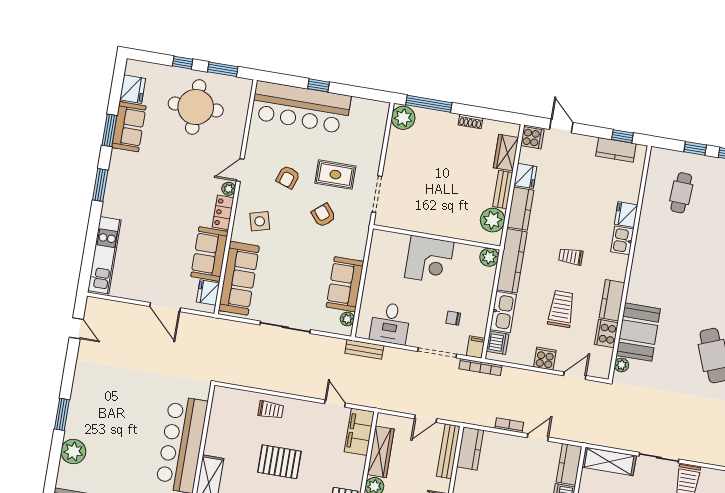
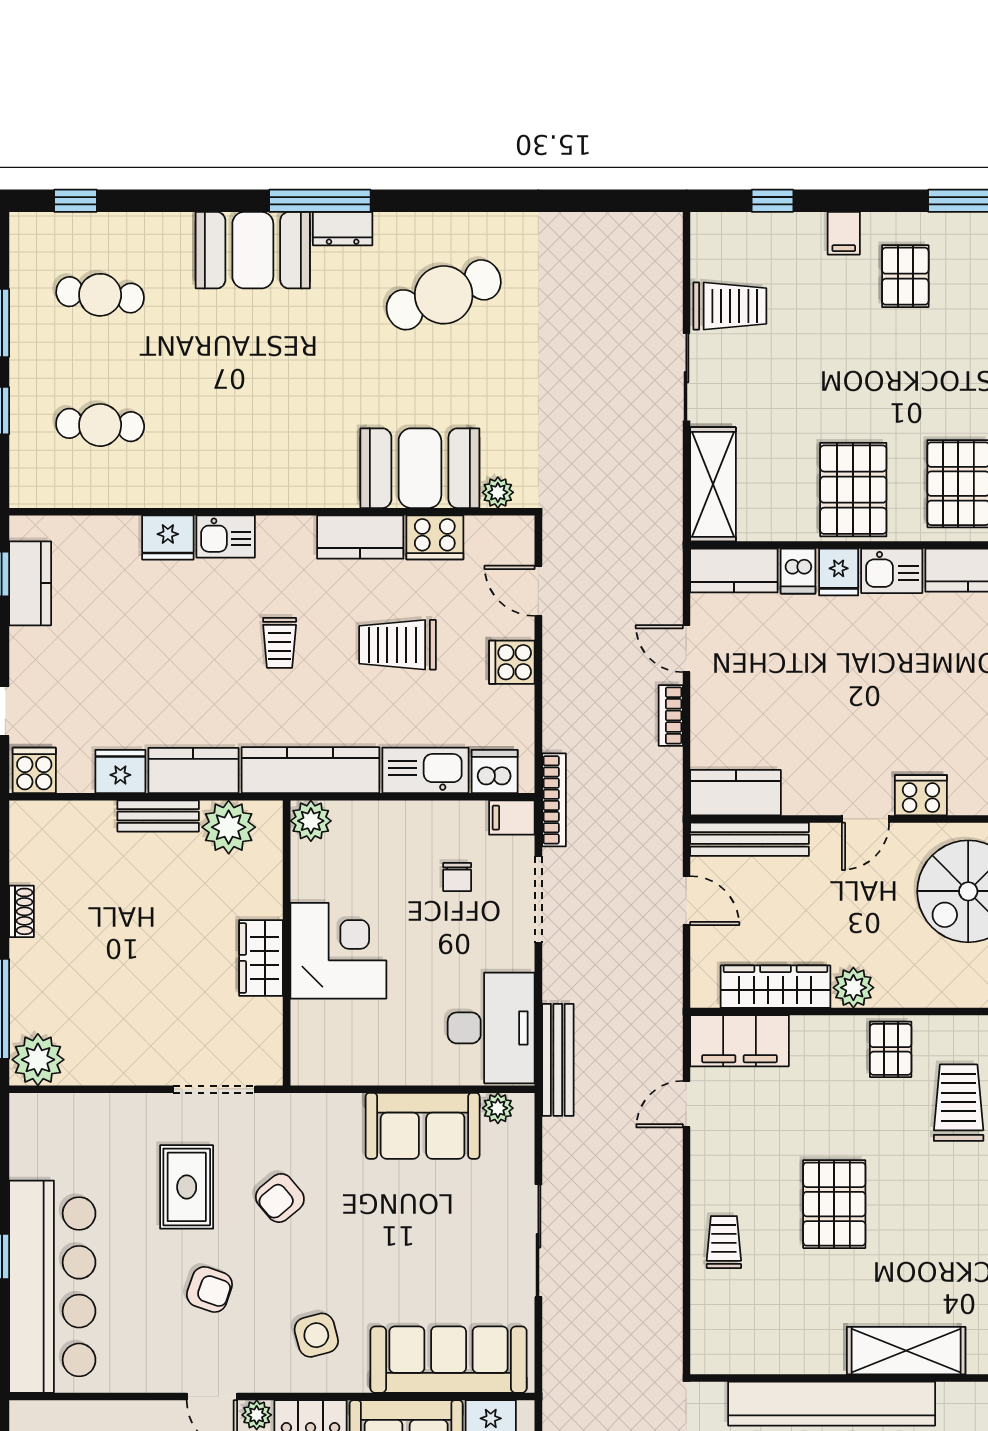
wardrobe: (506, 153) -> (261, 958), moved, turned 90
desk: (390, 323) -> (491, 1028), width x1.37
bench: (364, 349) -> (558, 1060), width x1.36

